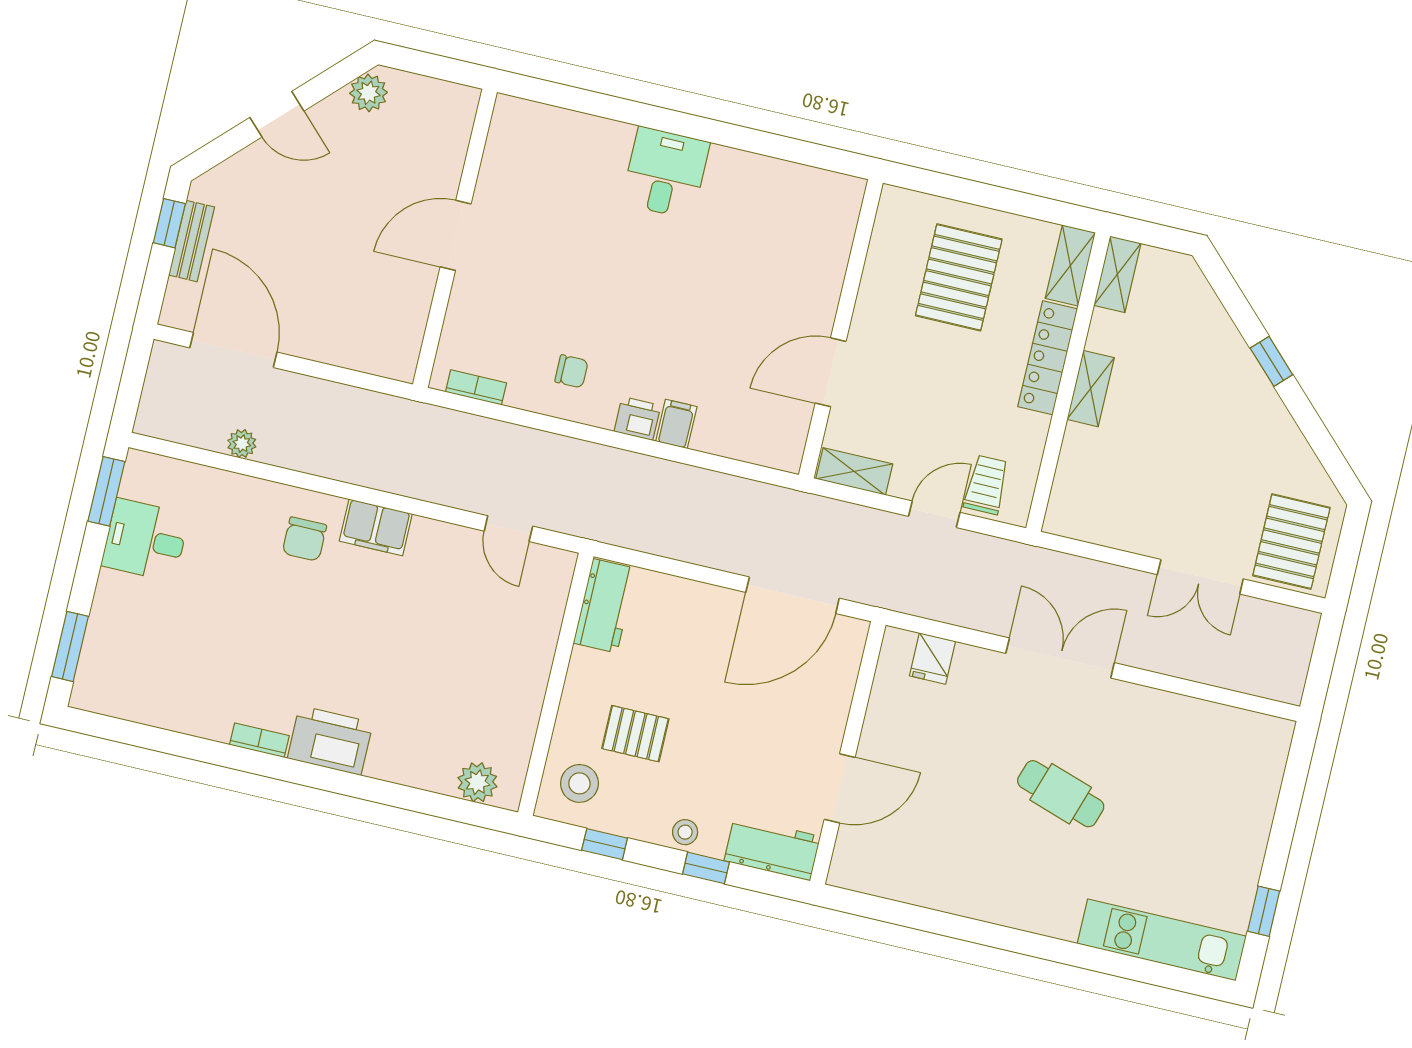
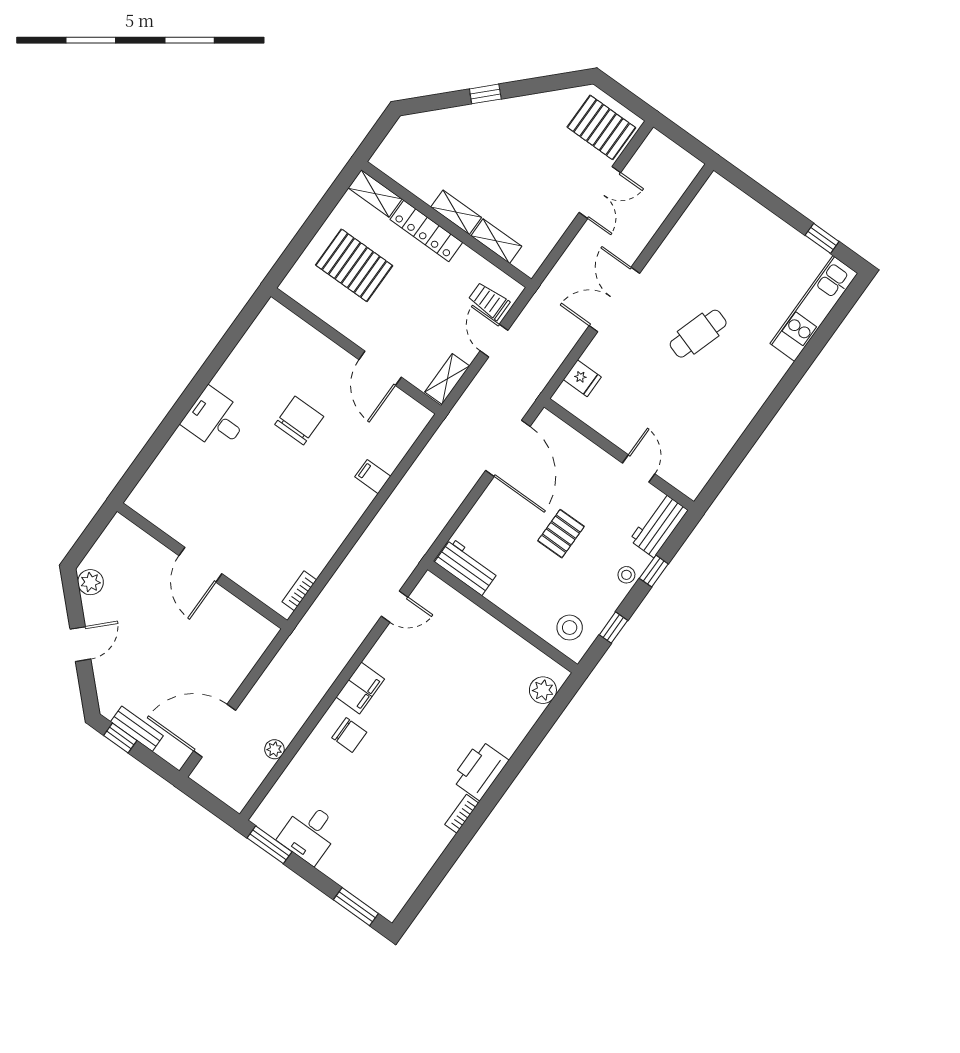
shelving: (1117, 274) -> (496, 241), moved
chair: (571, 371) -> (299, 421), moved, width x1.87, depth x1.87
printer: (637, 418) -> (359, 499), removed
pallet: (635, 734) -> (561, 534), moved
door: (840, 788) -> (639, 468), width x0.73

